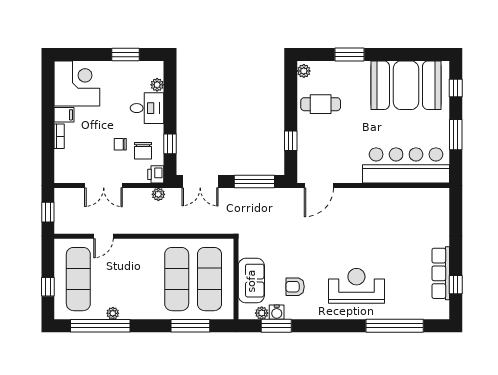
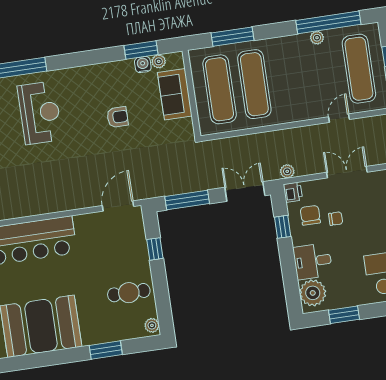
plant: (157, 85) -> (313, 293), width x1.87, depth x1.87
reception desk: (356, 286) -> (40, 113), moved, turned -90
armchair: (295, 287) -> (118, 117), moved

